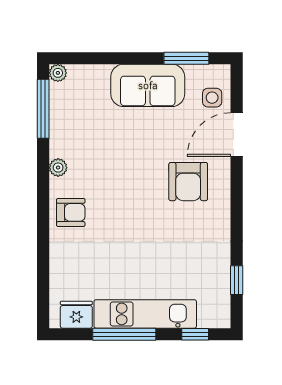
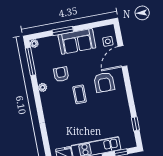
window: (186, 58) -> (63, 31), moved
coffee table: (132, 197) -> (80, 94), added
armchair: (71, 212) -> (61, 74), moved, turned -90

